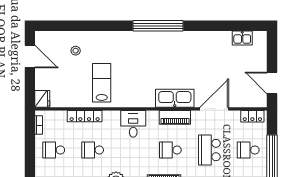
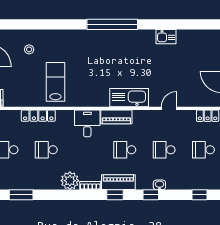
kitchen sink: (242, 38) -> (166, 37), moved
door: (214, 109) -> (169, 108), width x0.53
piano: (175, 117) -> (116, 117), moved
school desk: (209, 150) -> (164, 150), width x0.54

